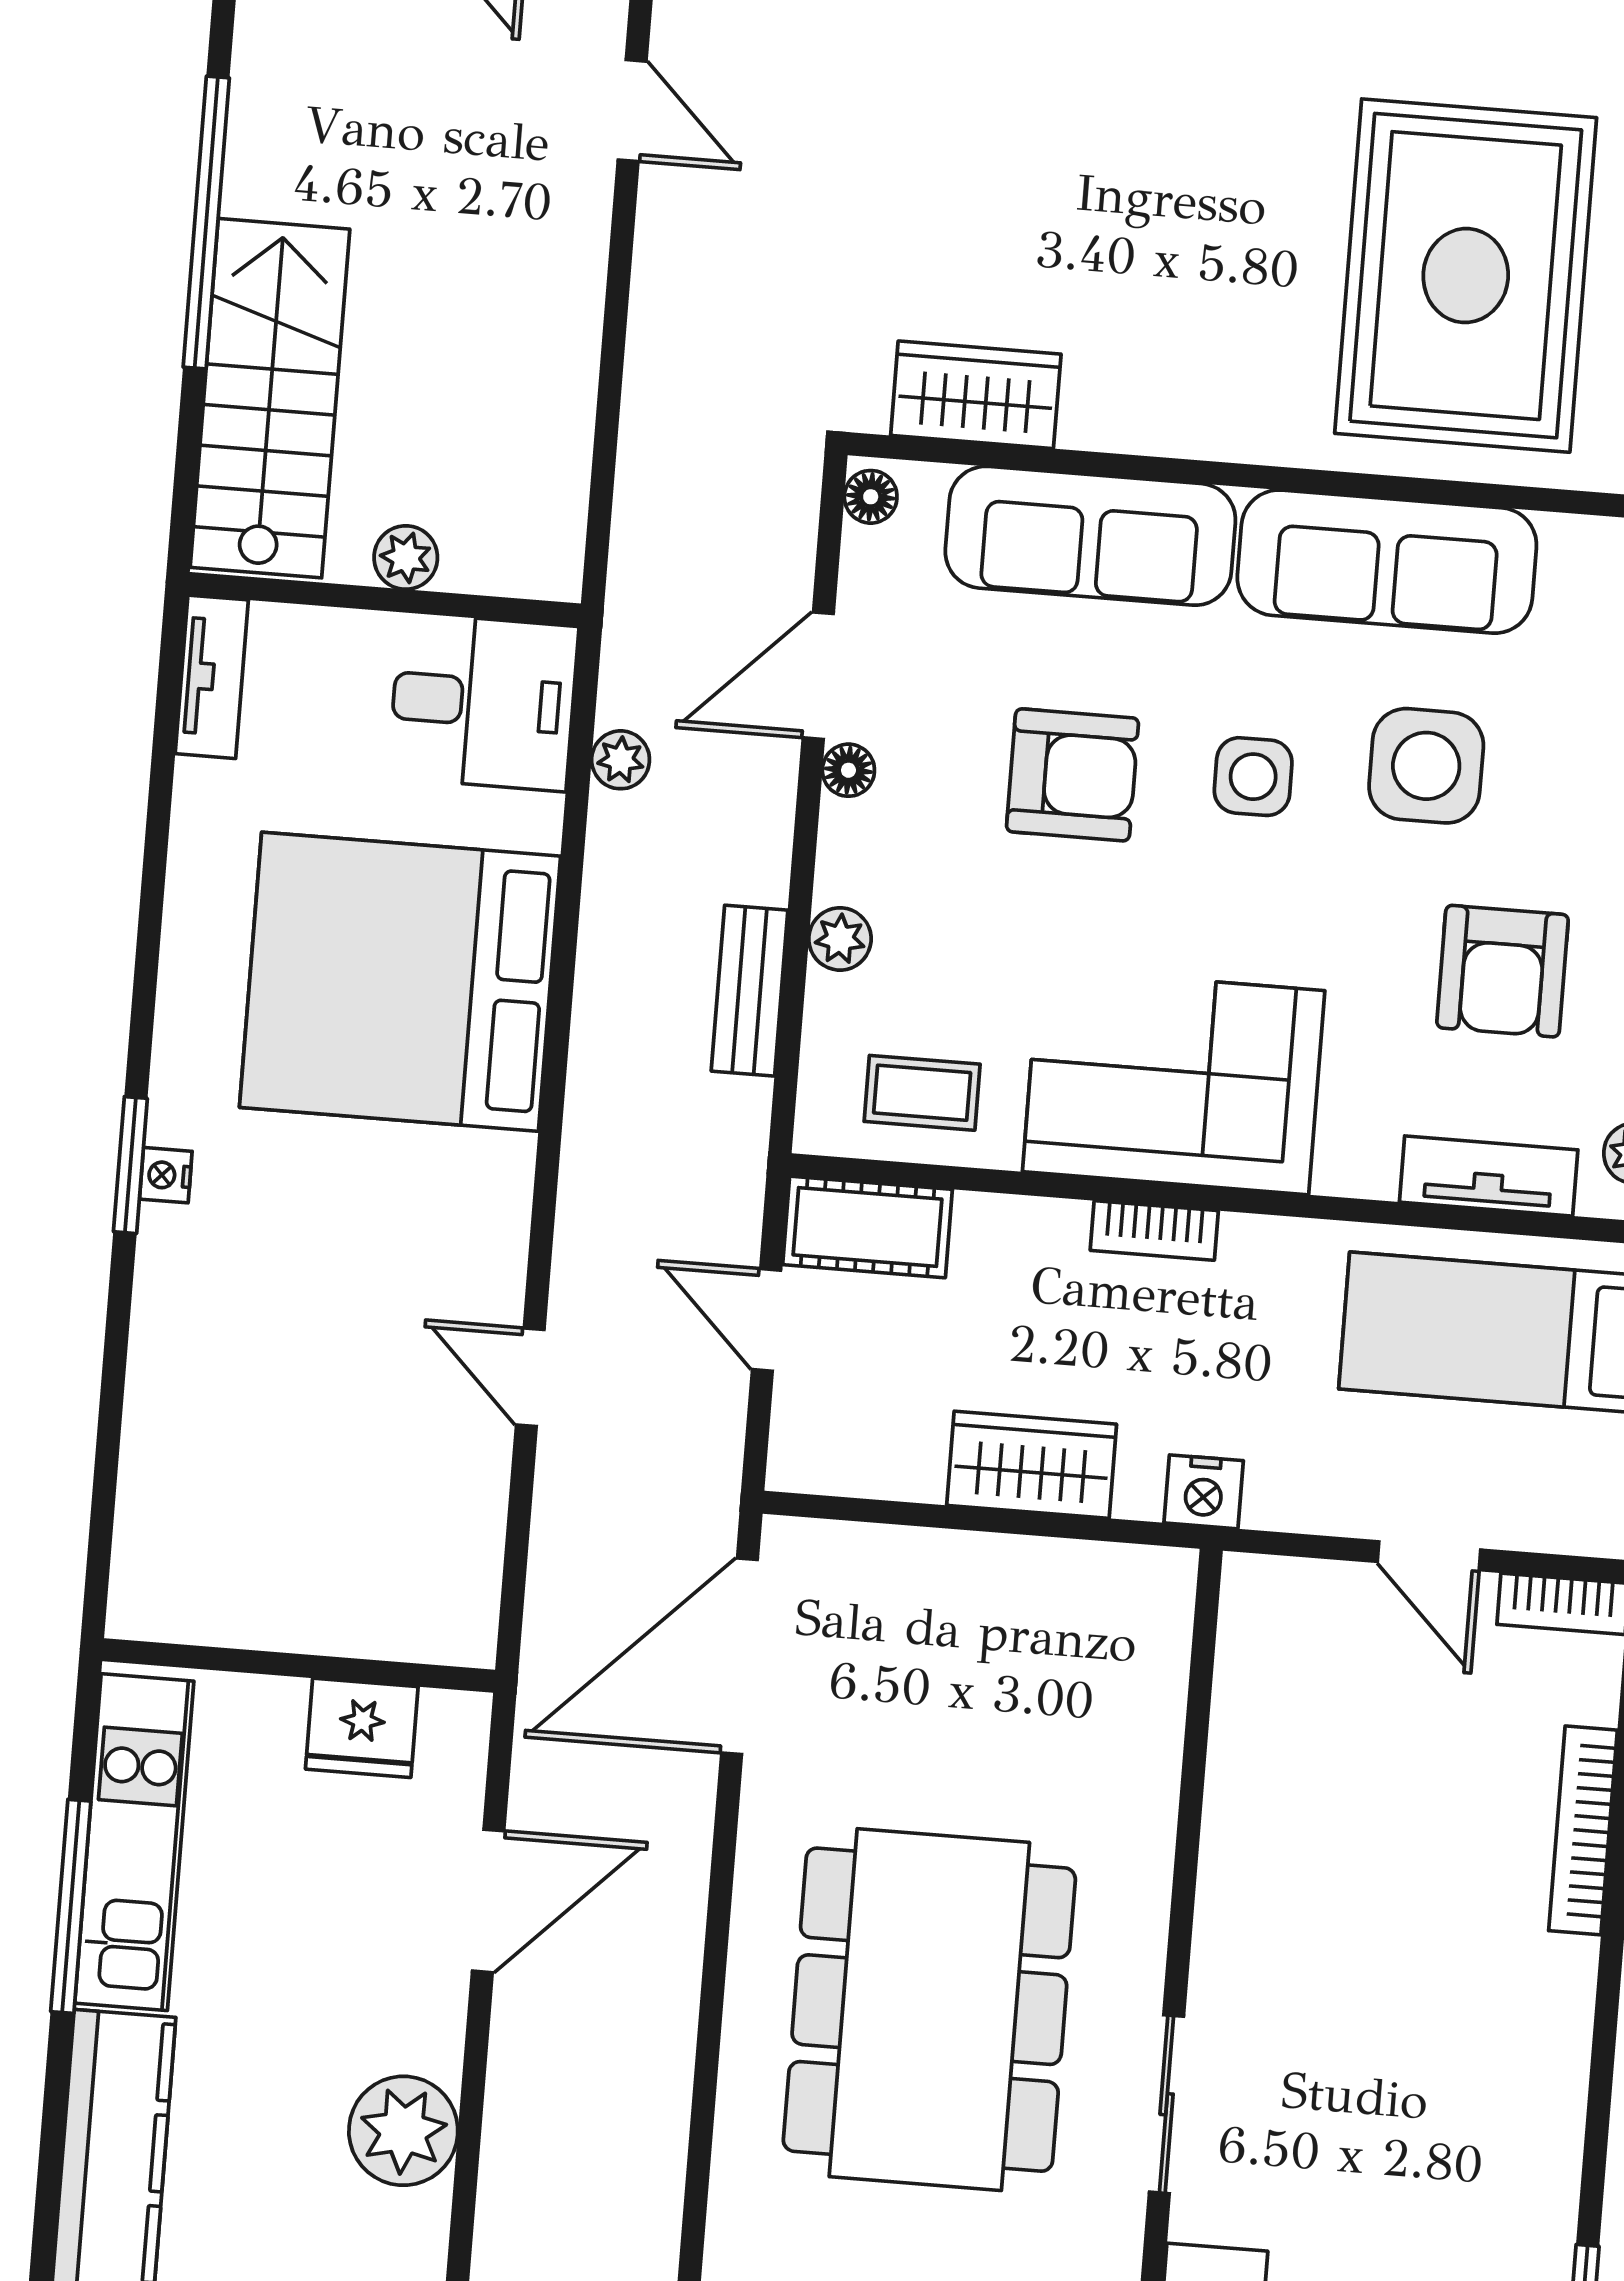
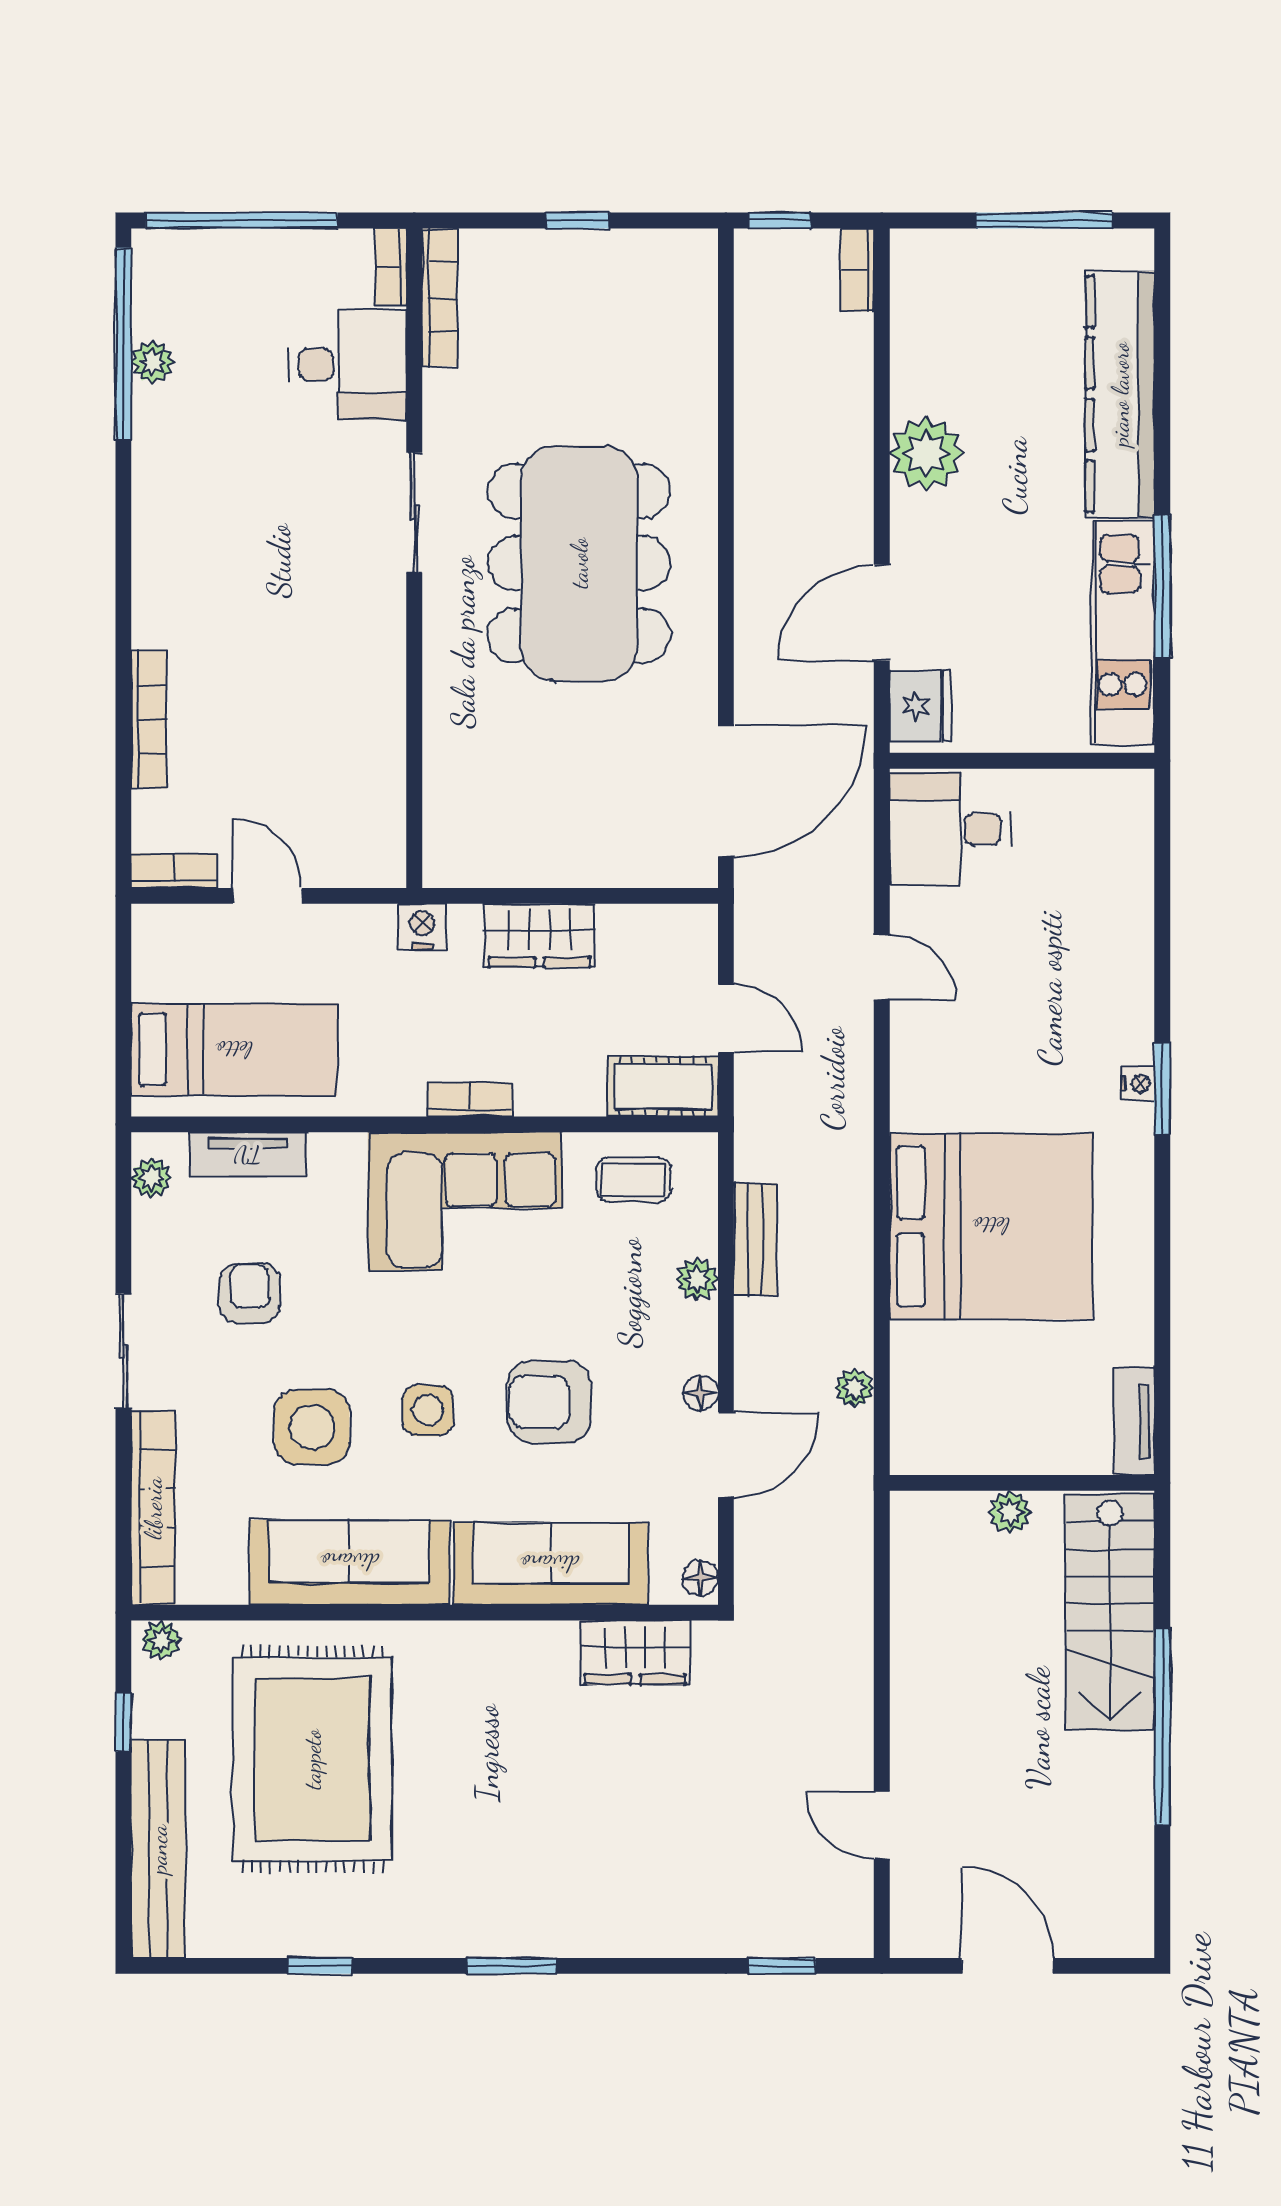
desk: (483, 702) -> (950, 829), moved
armchair: (1503, 971) -> (250, 1293), width x0.72, depth x0.72
fridge: (362, 1728) -> (920, 706), moved, turned 90

